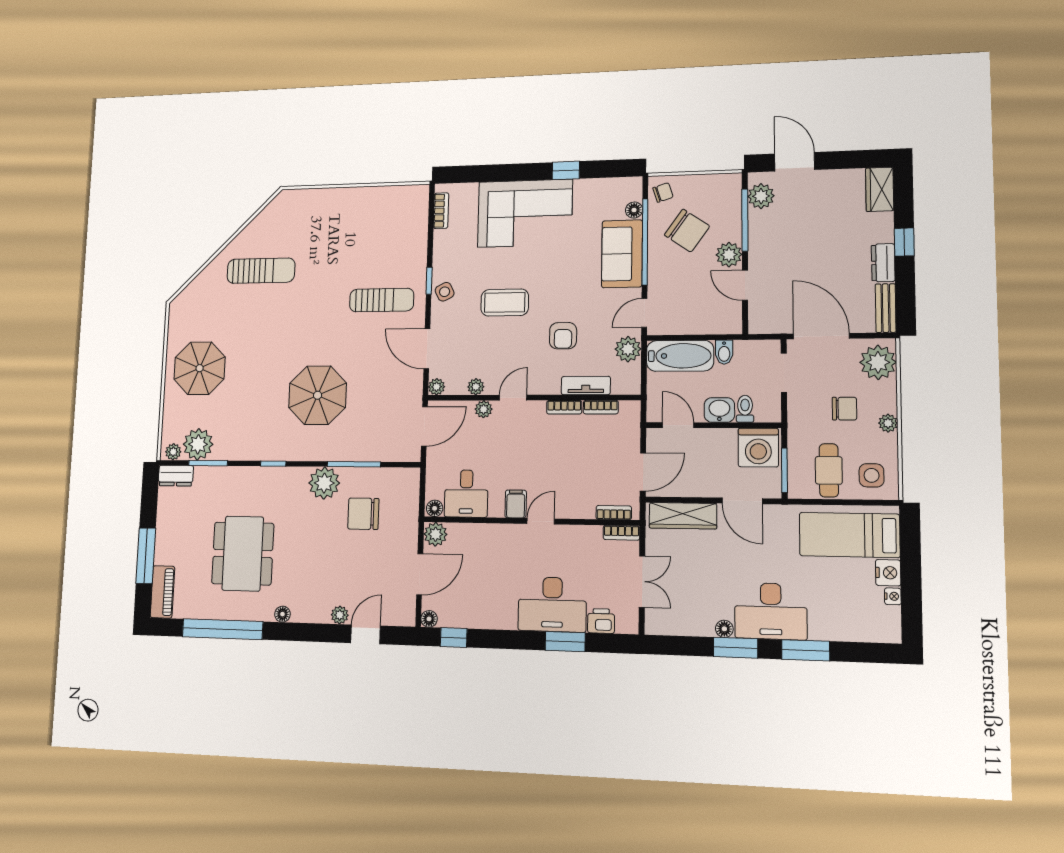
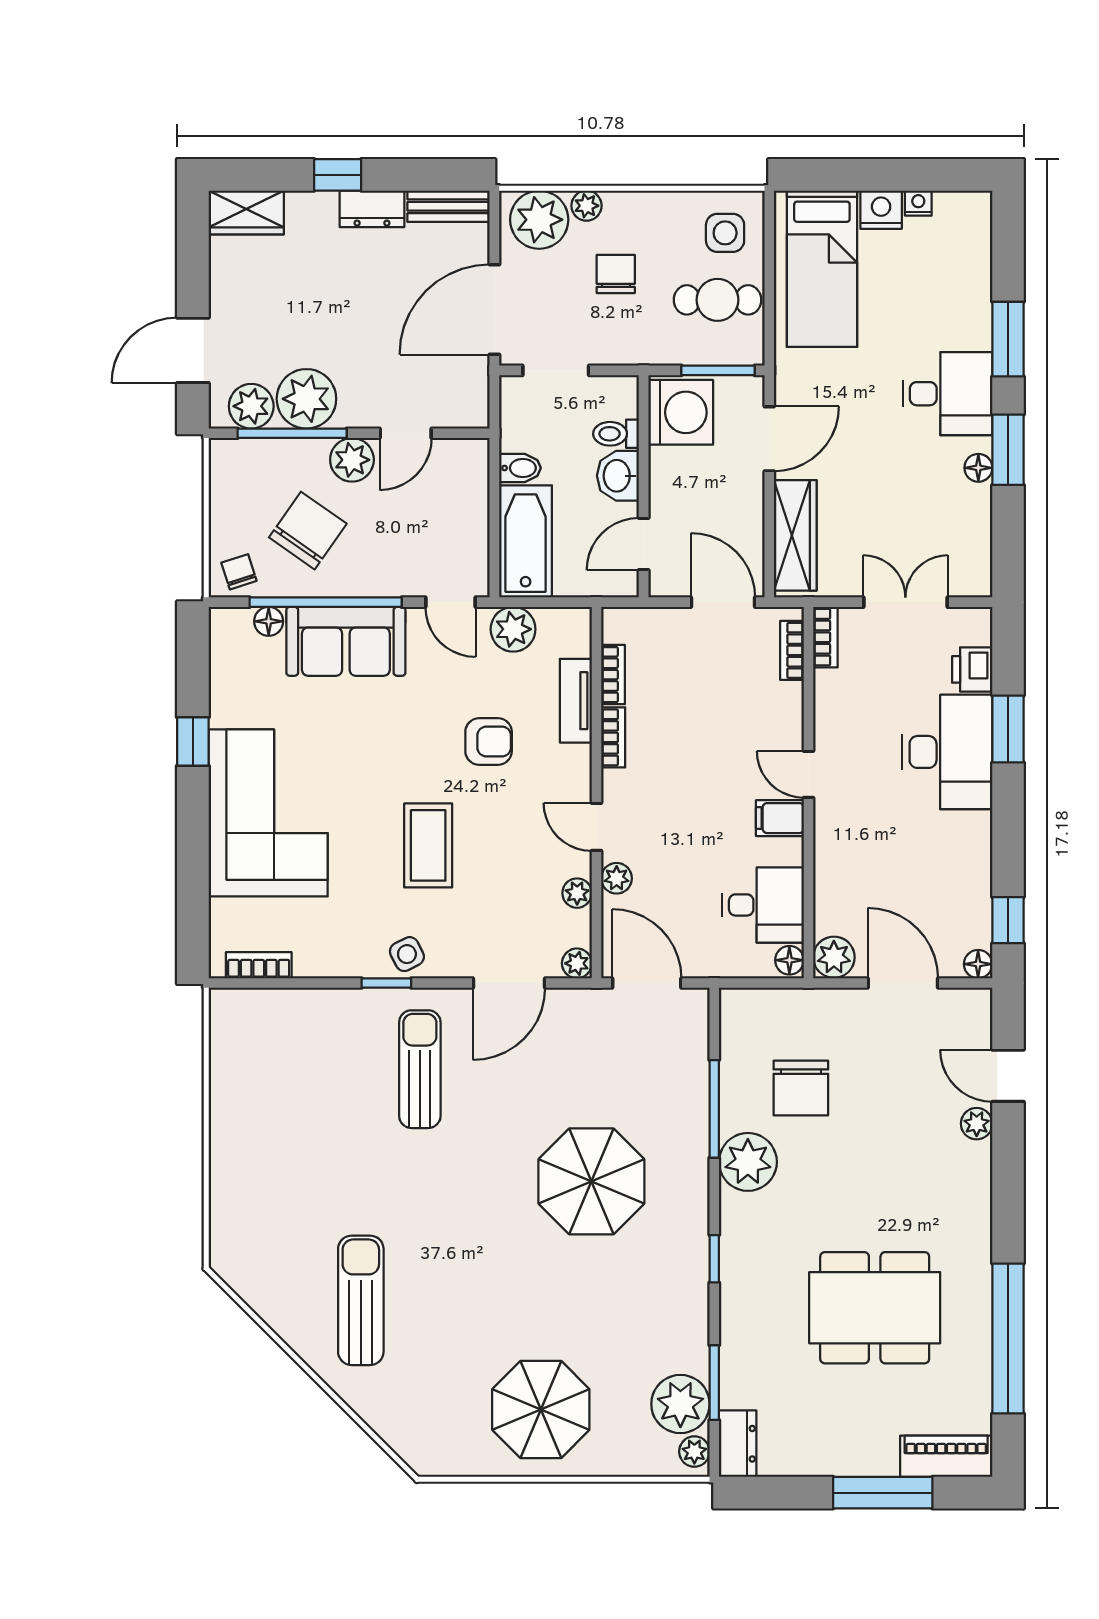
plant: (766, 228) -> (306, 399), added
plant: (888, 423) -> (586, 206), moved
desk: (771, 611) -> (947, 394), width x0.73
floor lamp: (282, 614) -> (978, 1228), removed

